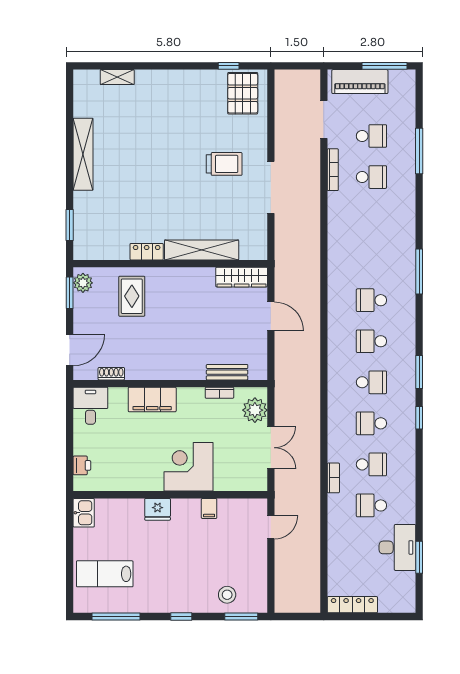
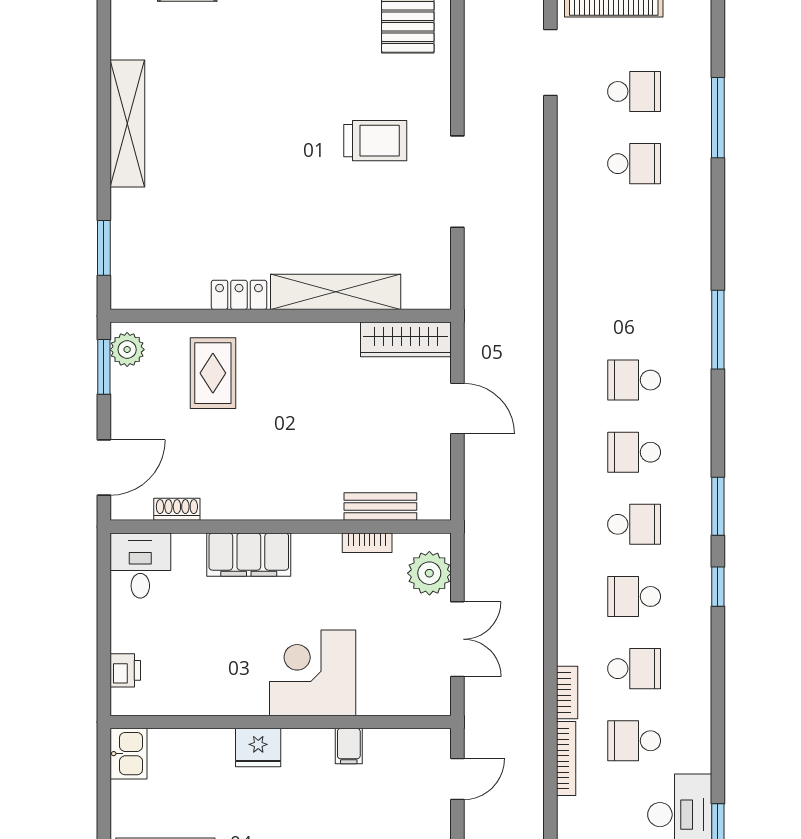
bookcase: (333, 170) -> (566, 758), moved

